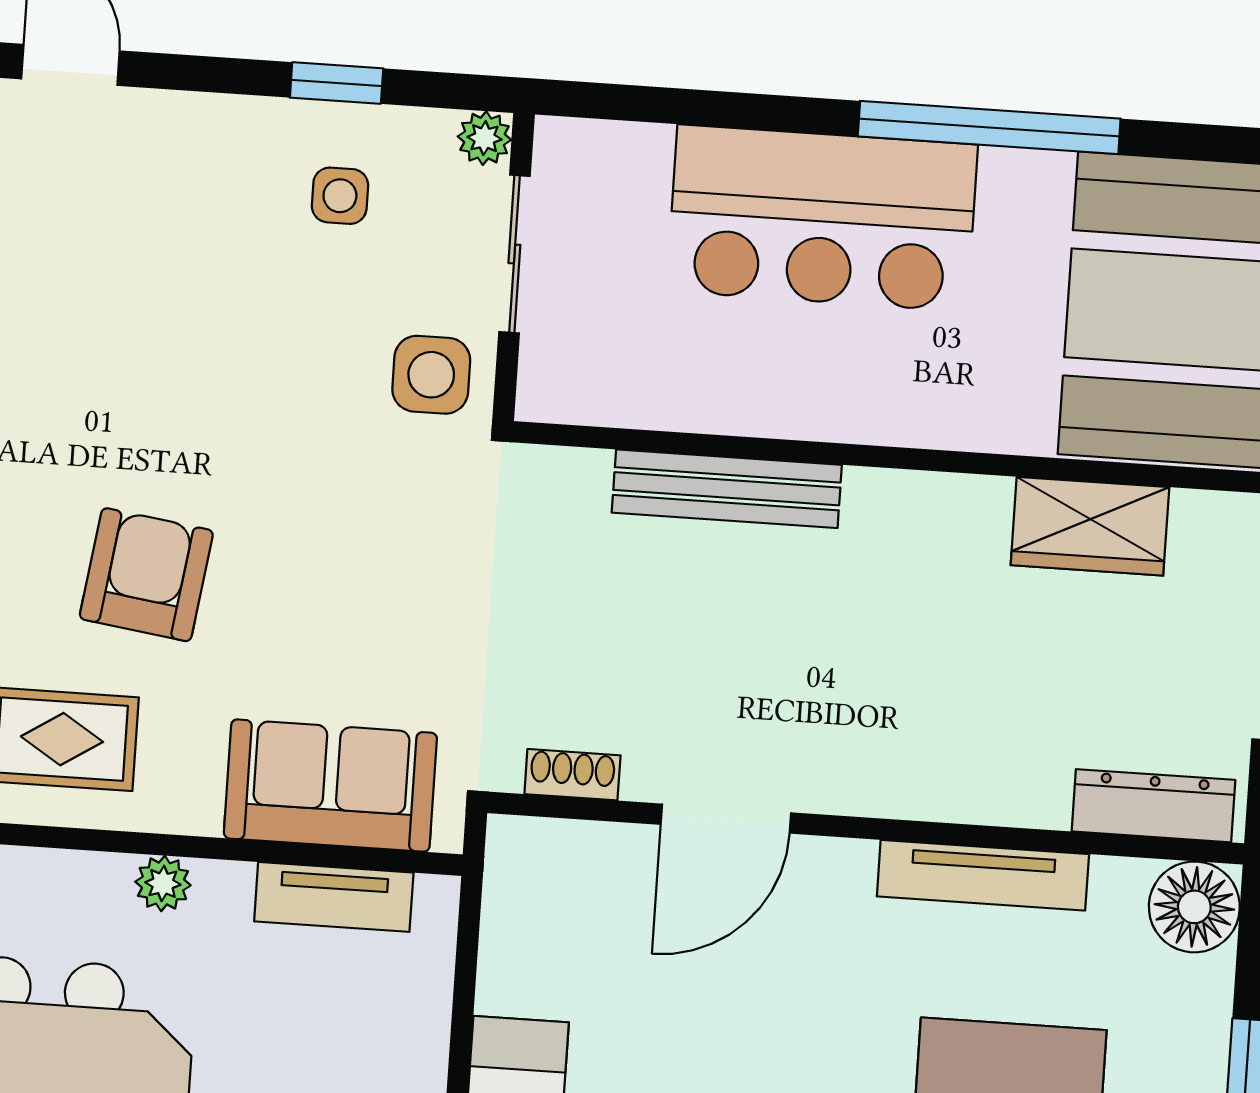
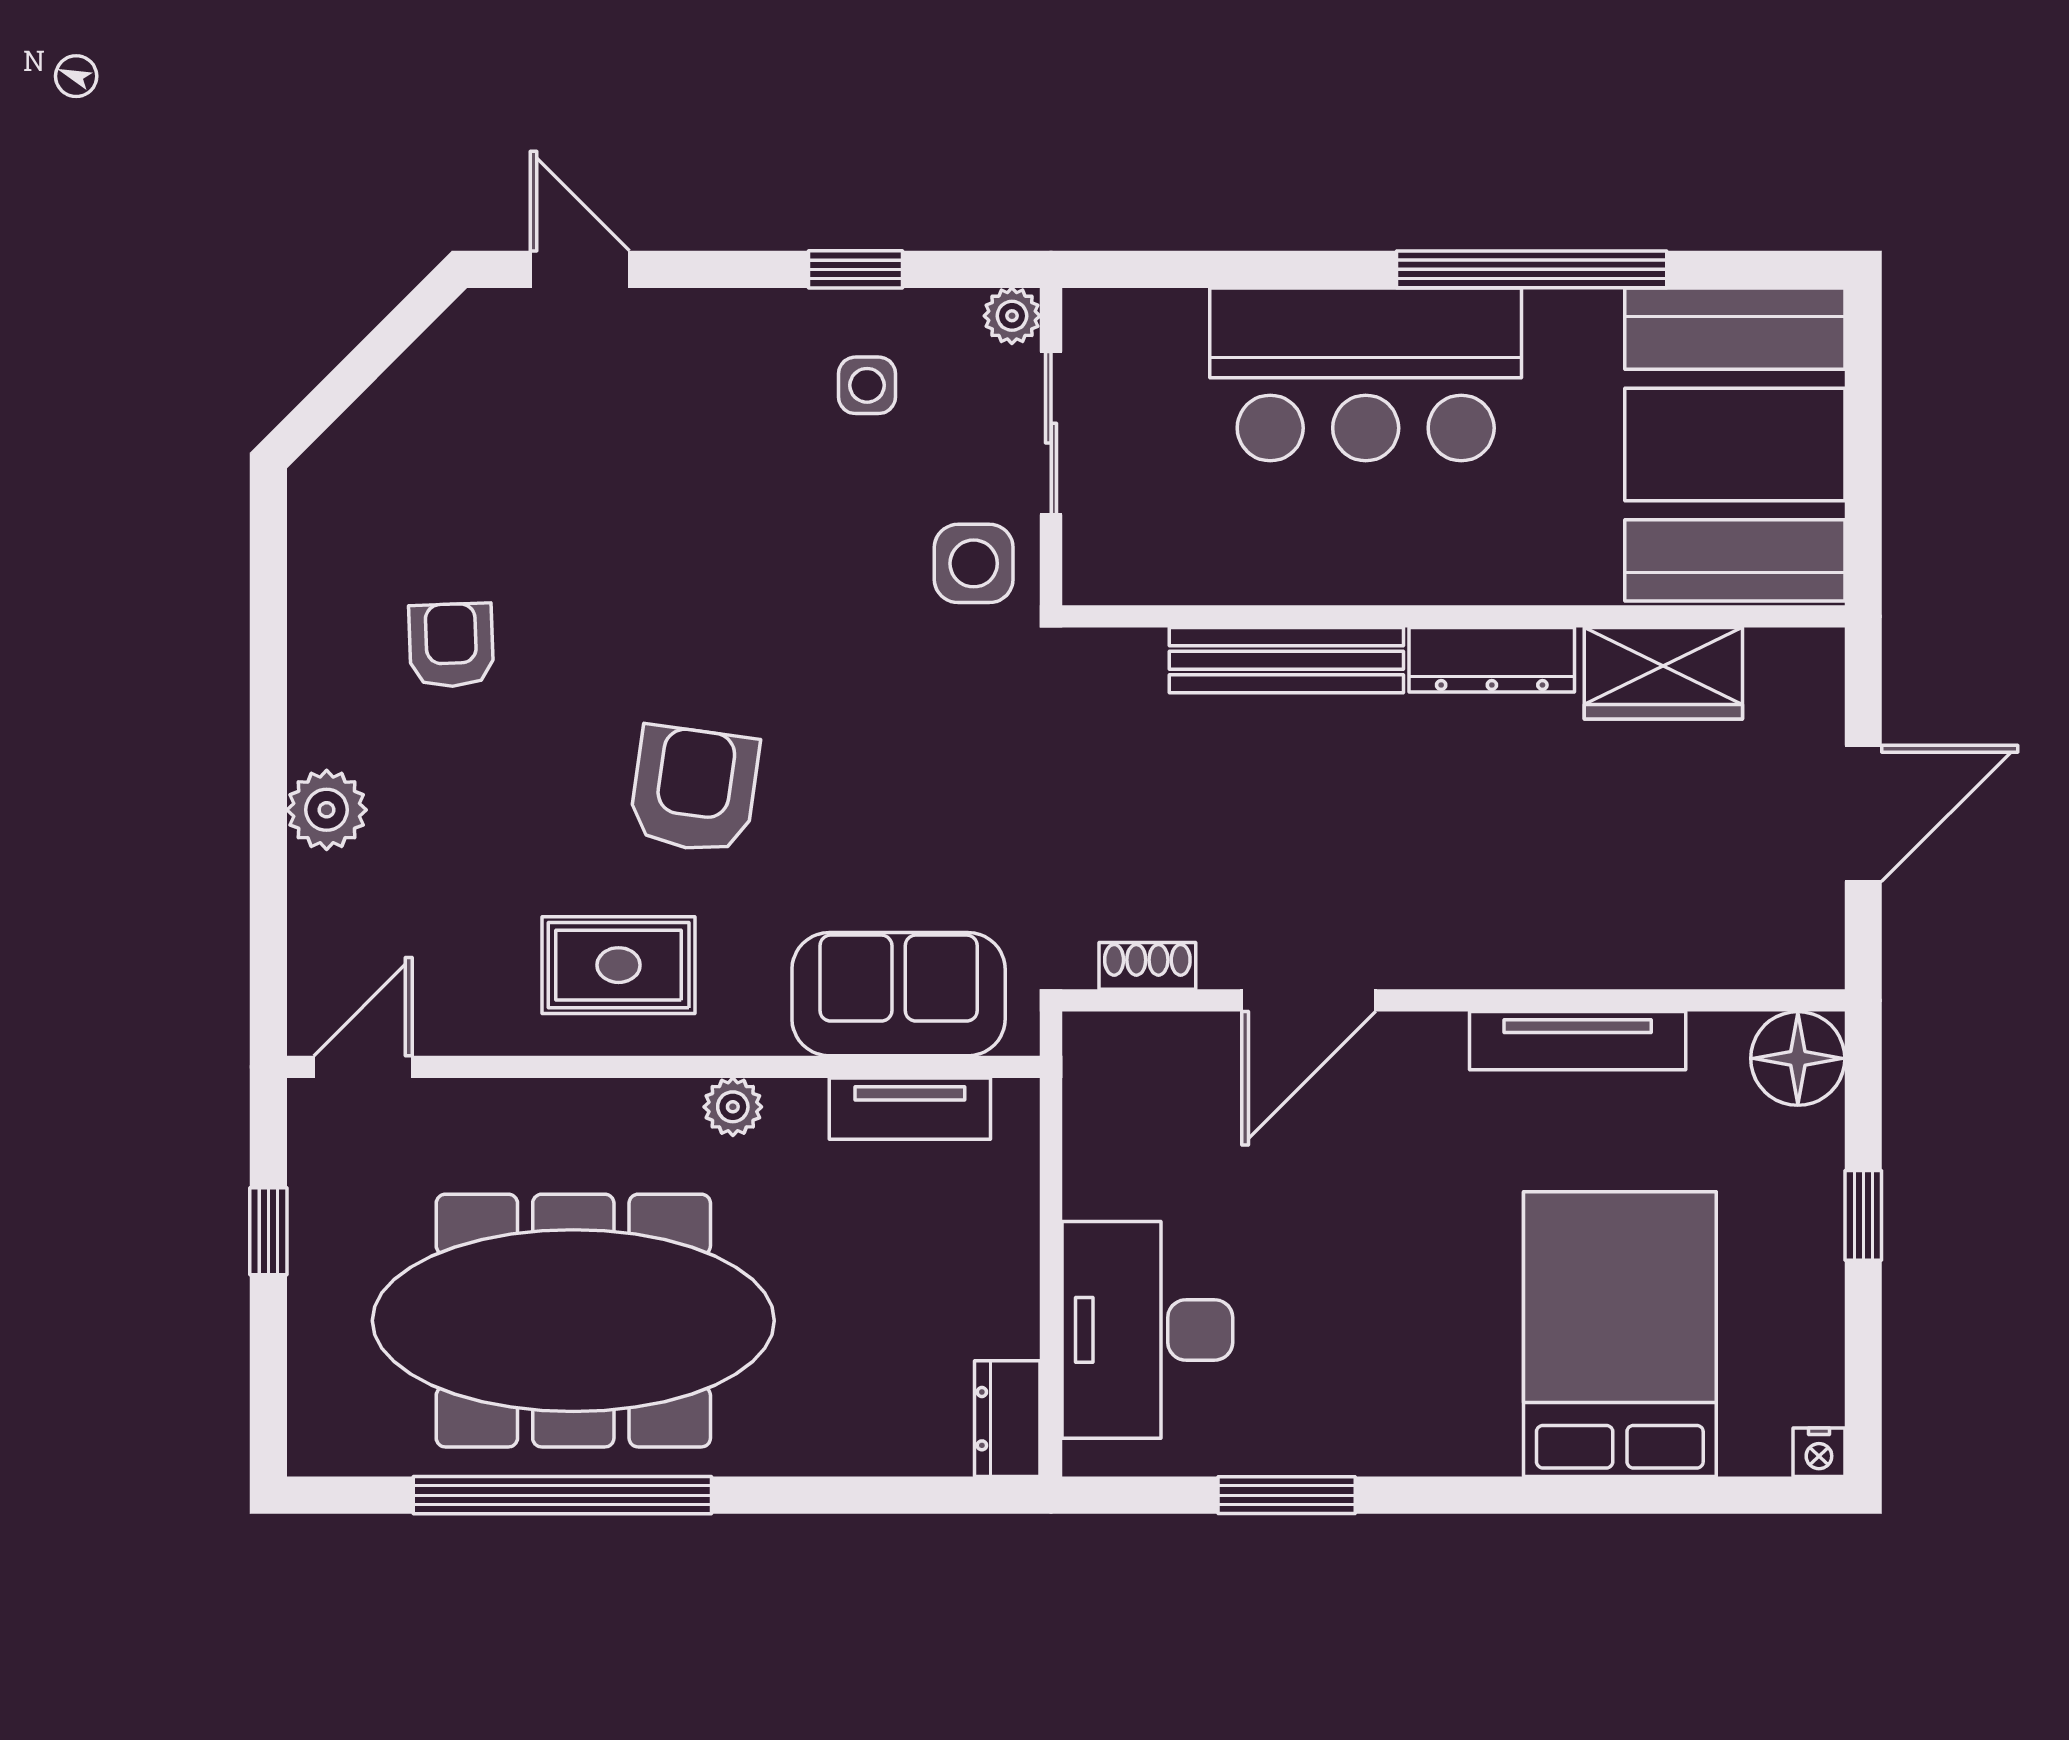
dresser: (1153, 806) -> (1492, 660), moved, turned 180

